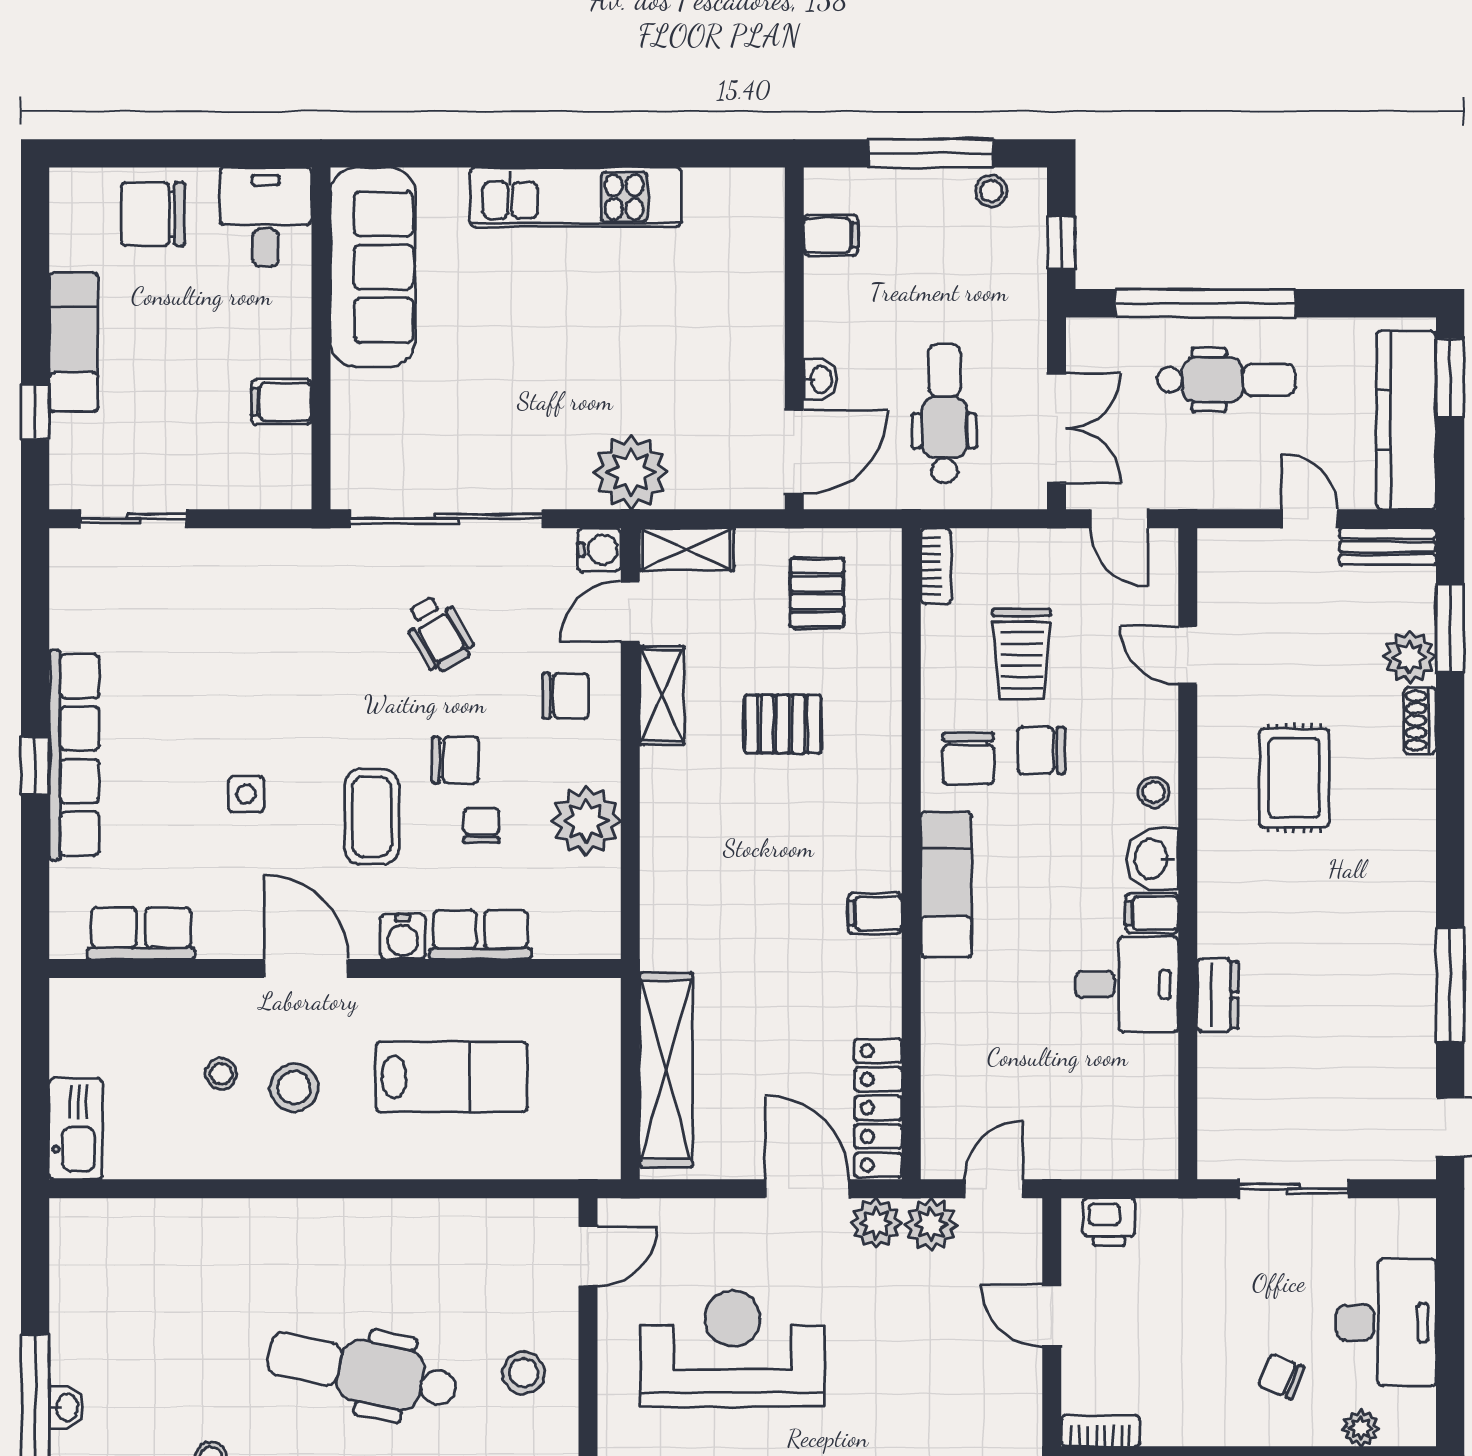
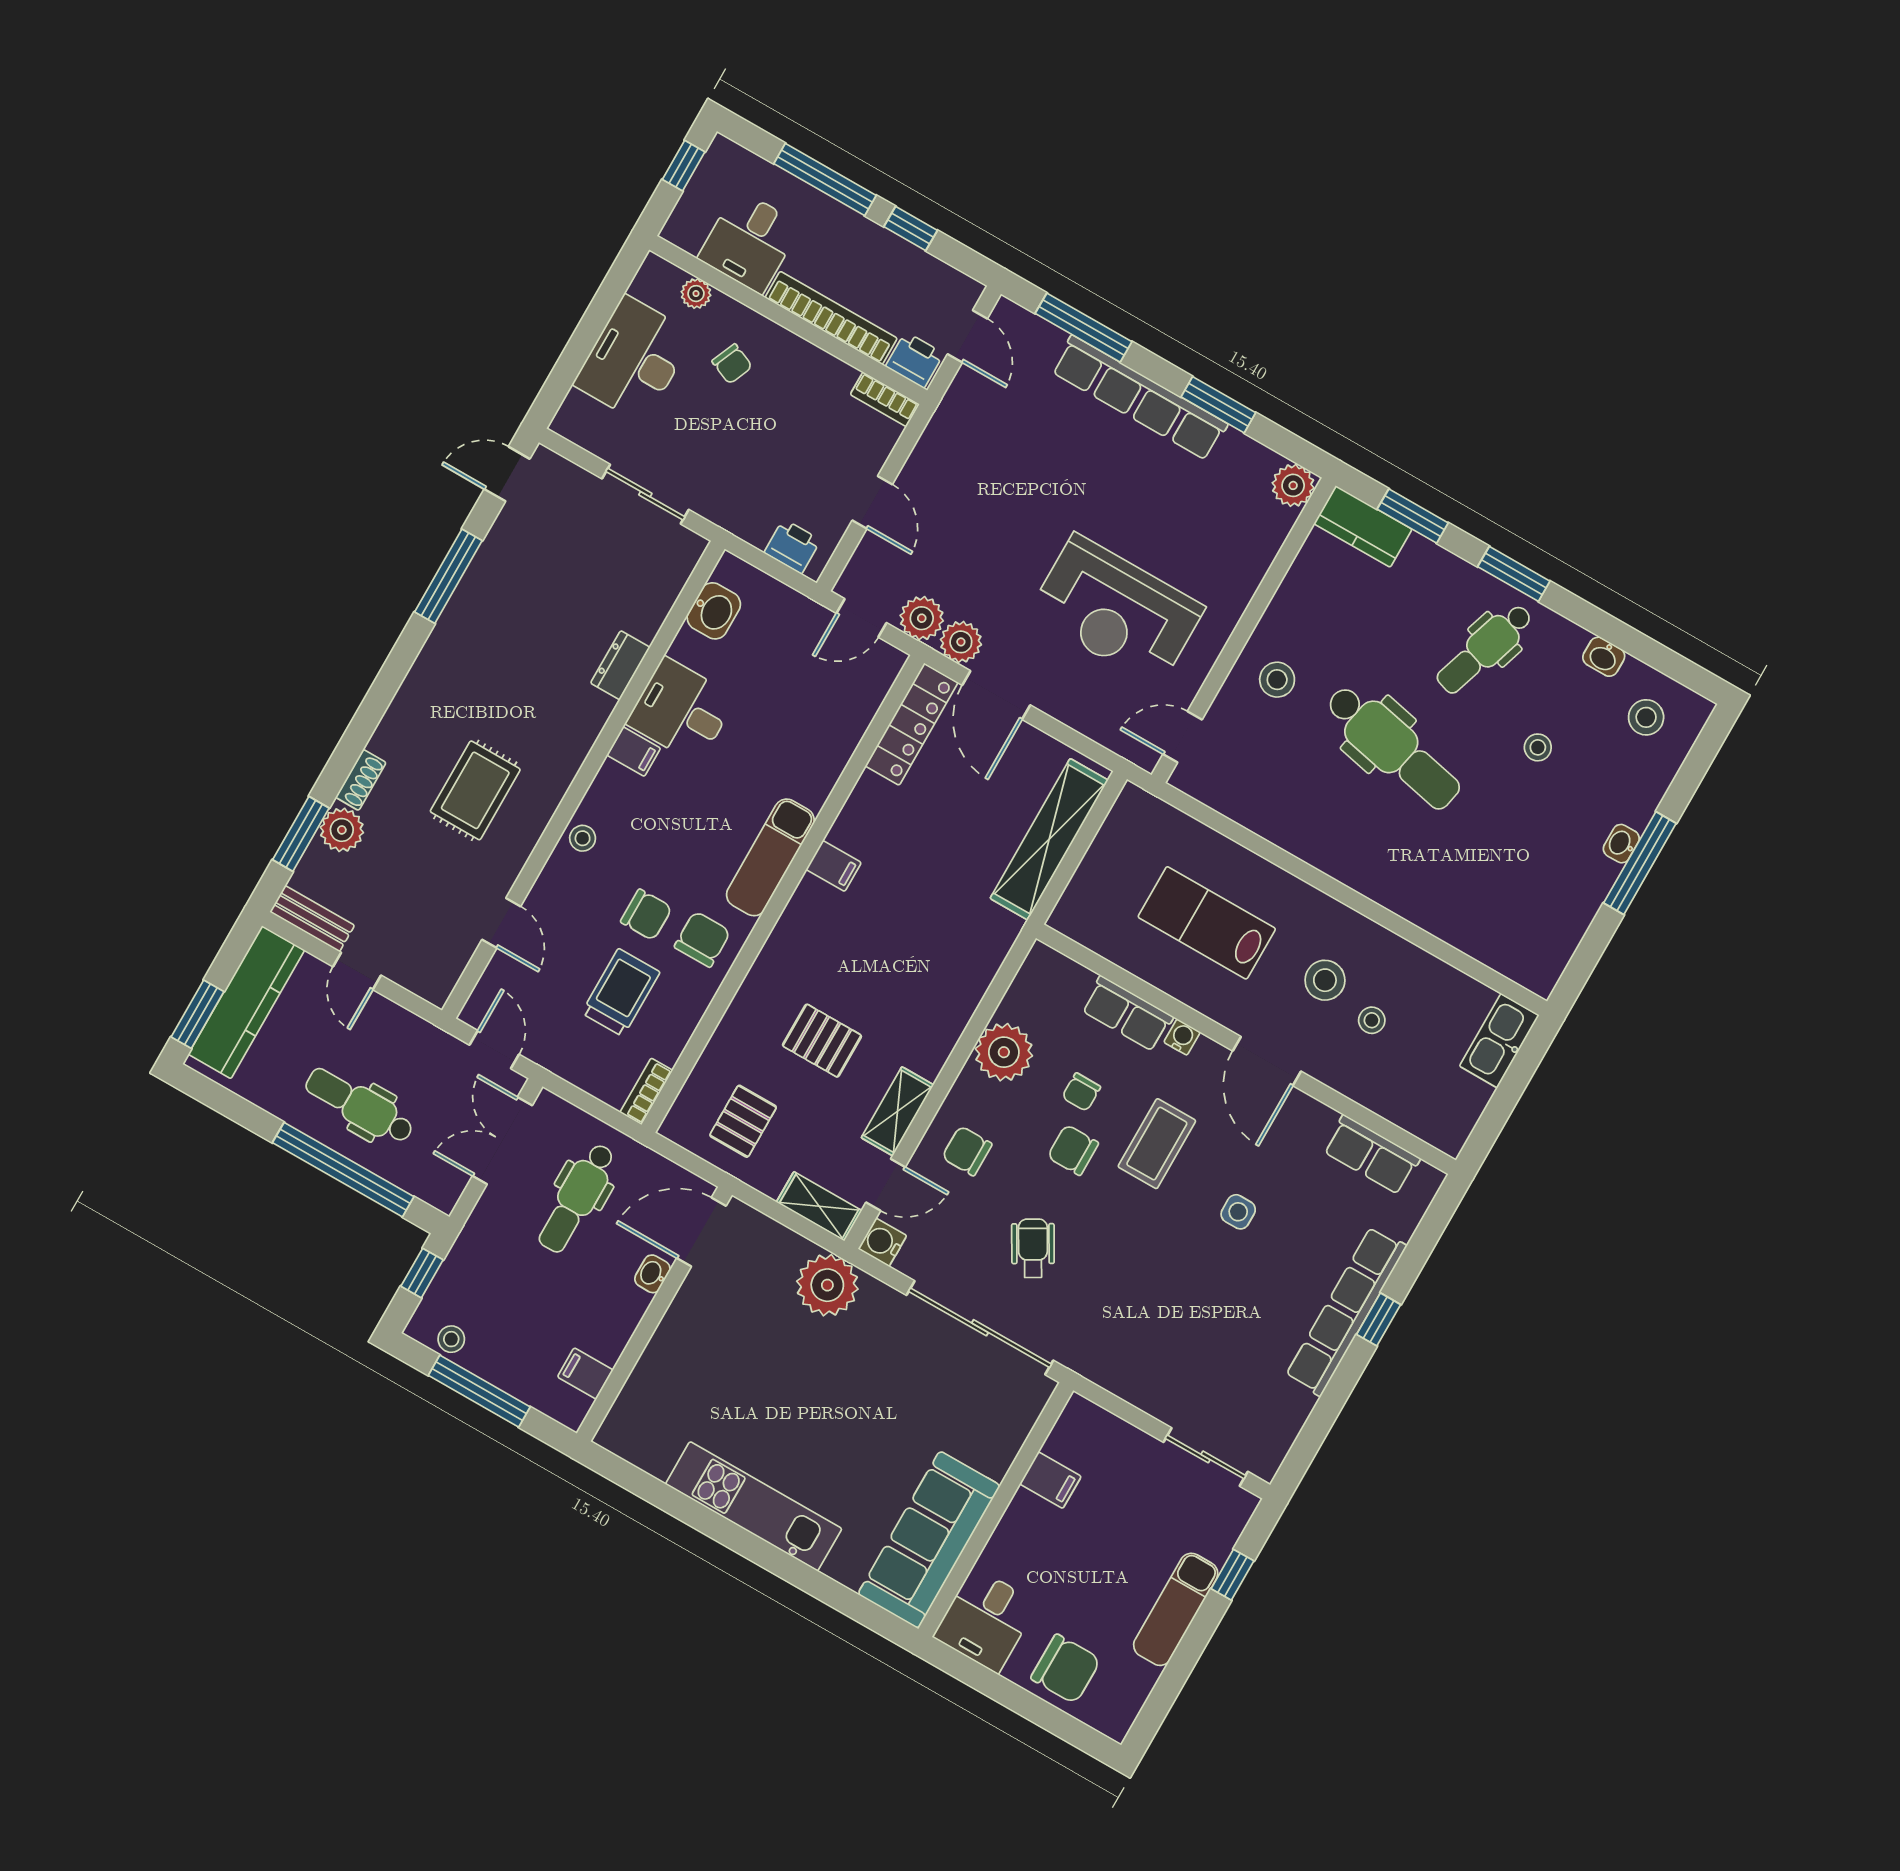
washbasin: (1152, 859) -> (714, 611), moved
water cooler: (403, 937) -> (1182, 1037), width x0.72, depth x0.72

